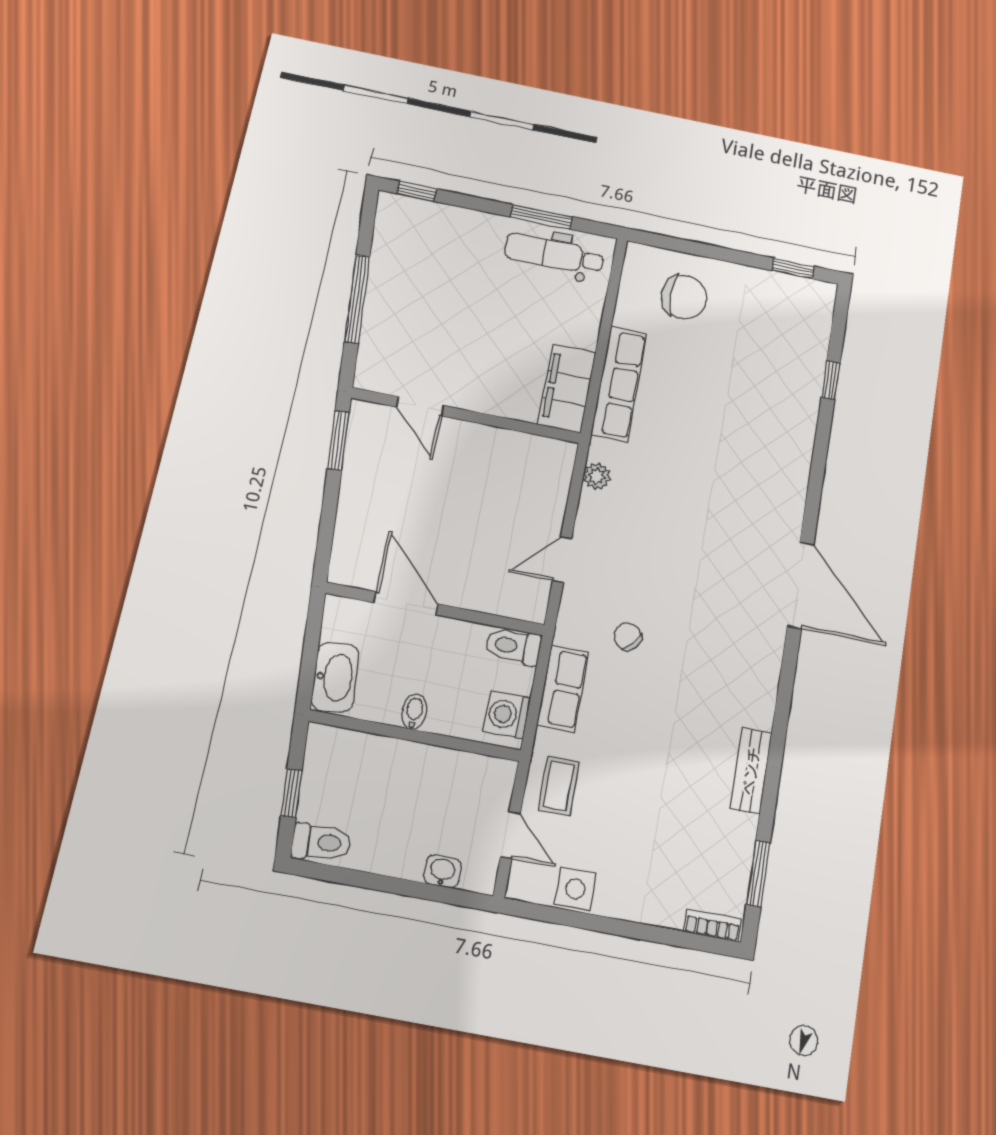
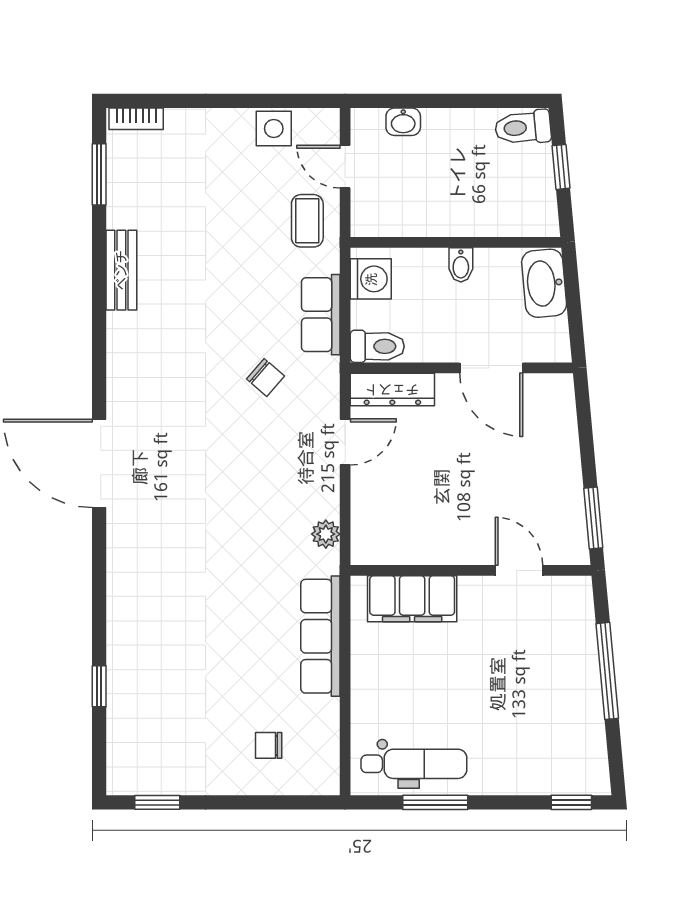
chair: (684, 297) -> (269, 745), width x0.54, depth x0.54
filing cabinet: (567, 388) -> (412, 599), moved, turned 90
dresser: (507, 601) -> (392, 390), added

